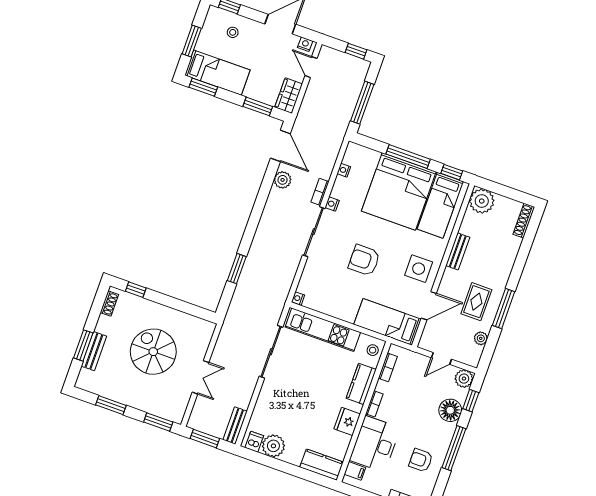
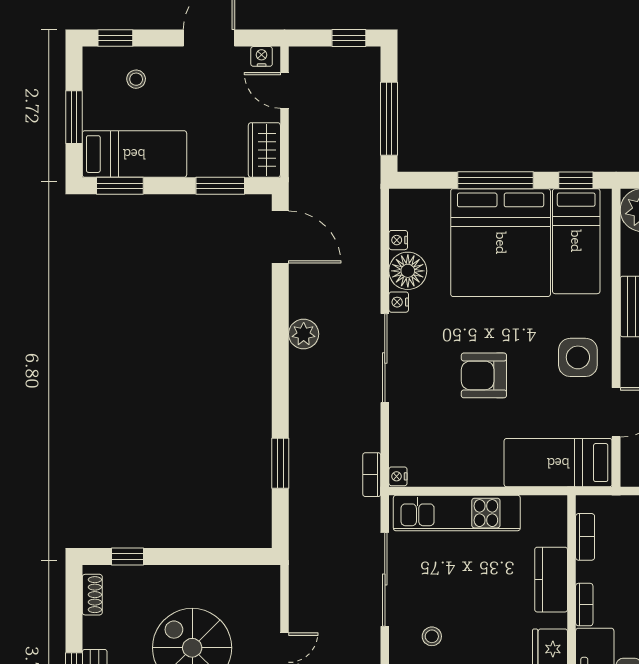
plant: (283, 180) -> (304, 334), moved
floor lamp: (343, 189) -> (408, 271), added
bookcase: (320, 192) -> (372, 475), moved
stool: (373, 350) -> (432, 636), moved

